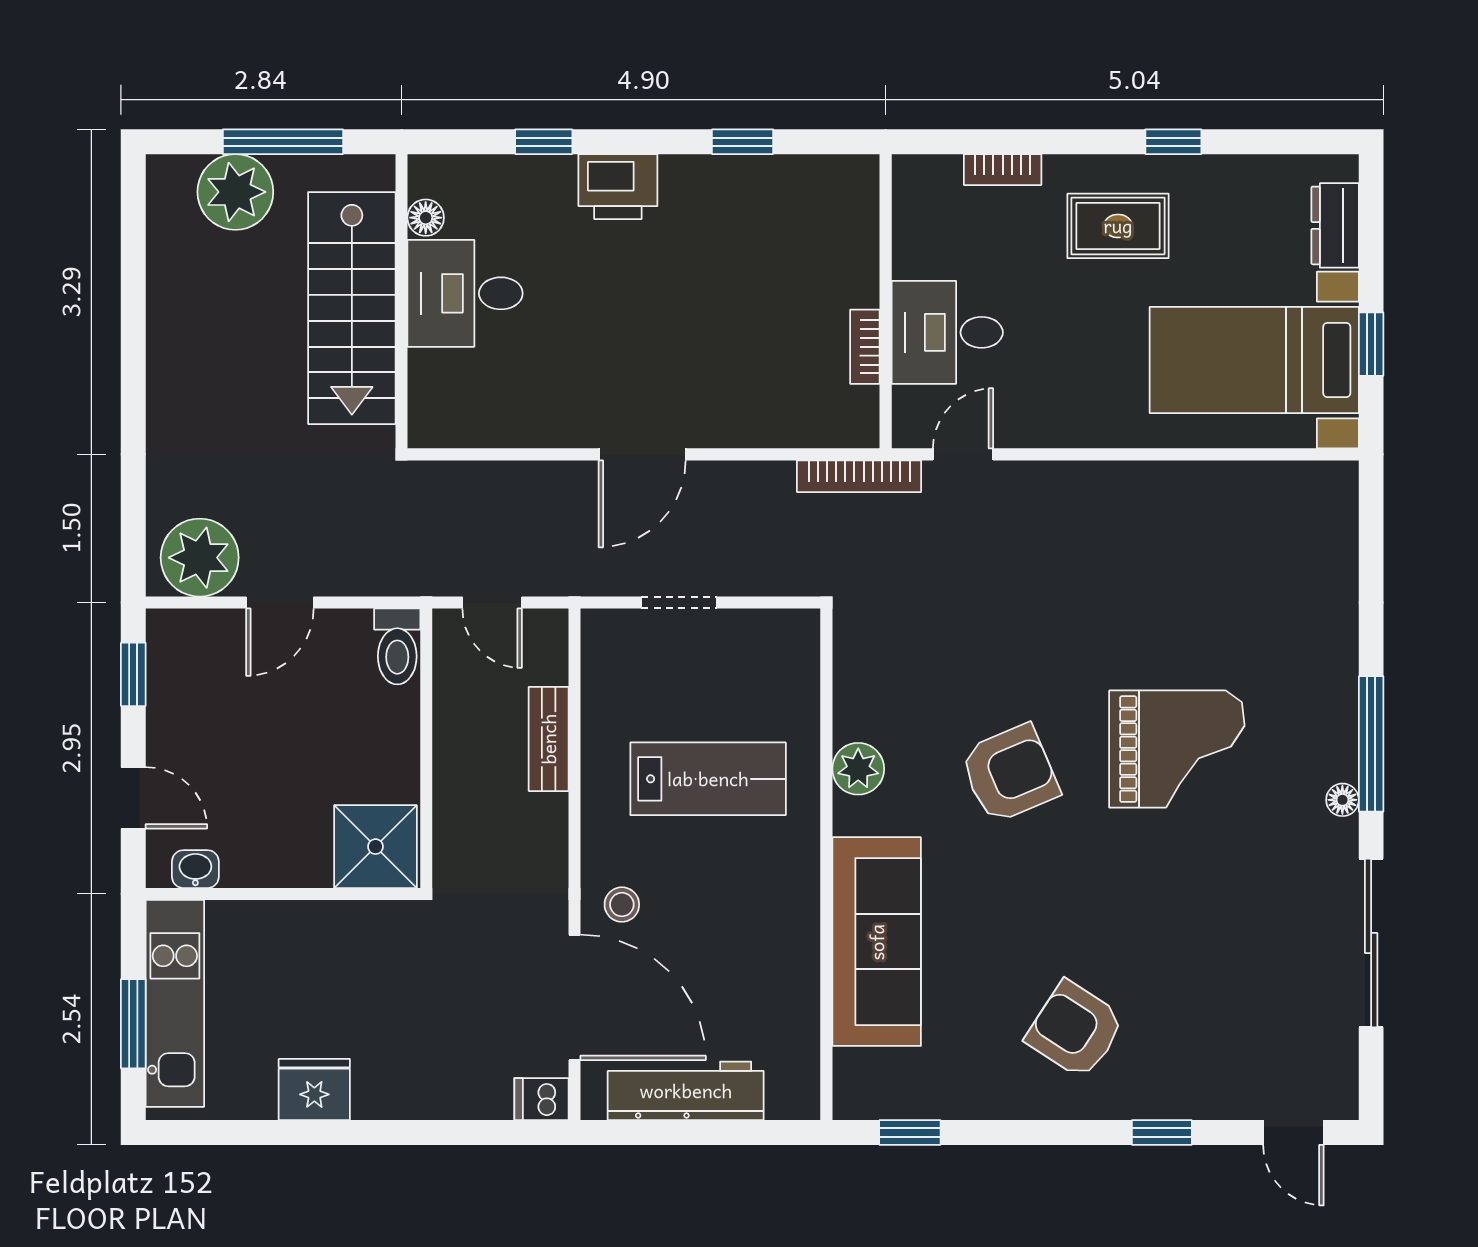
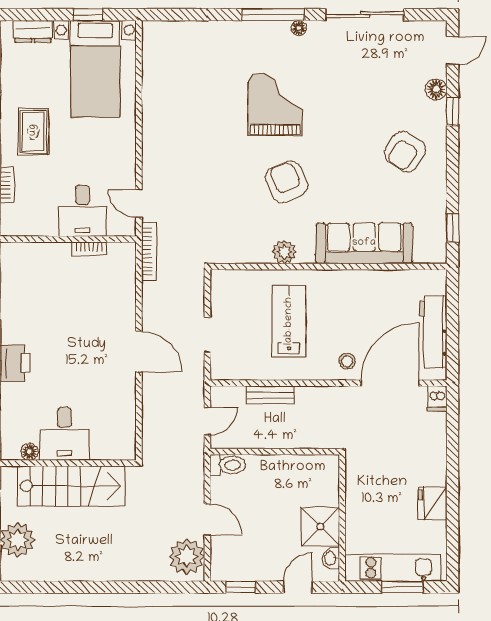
shower: (376, 847) -> (320, 527), moved
floor lamp: (1210, 1097) -> (436, 89), added

